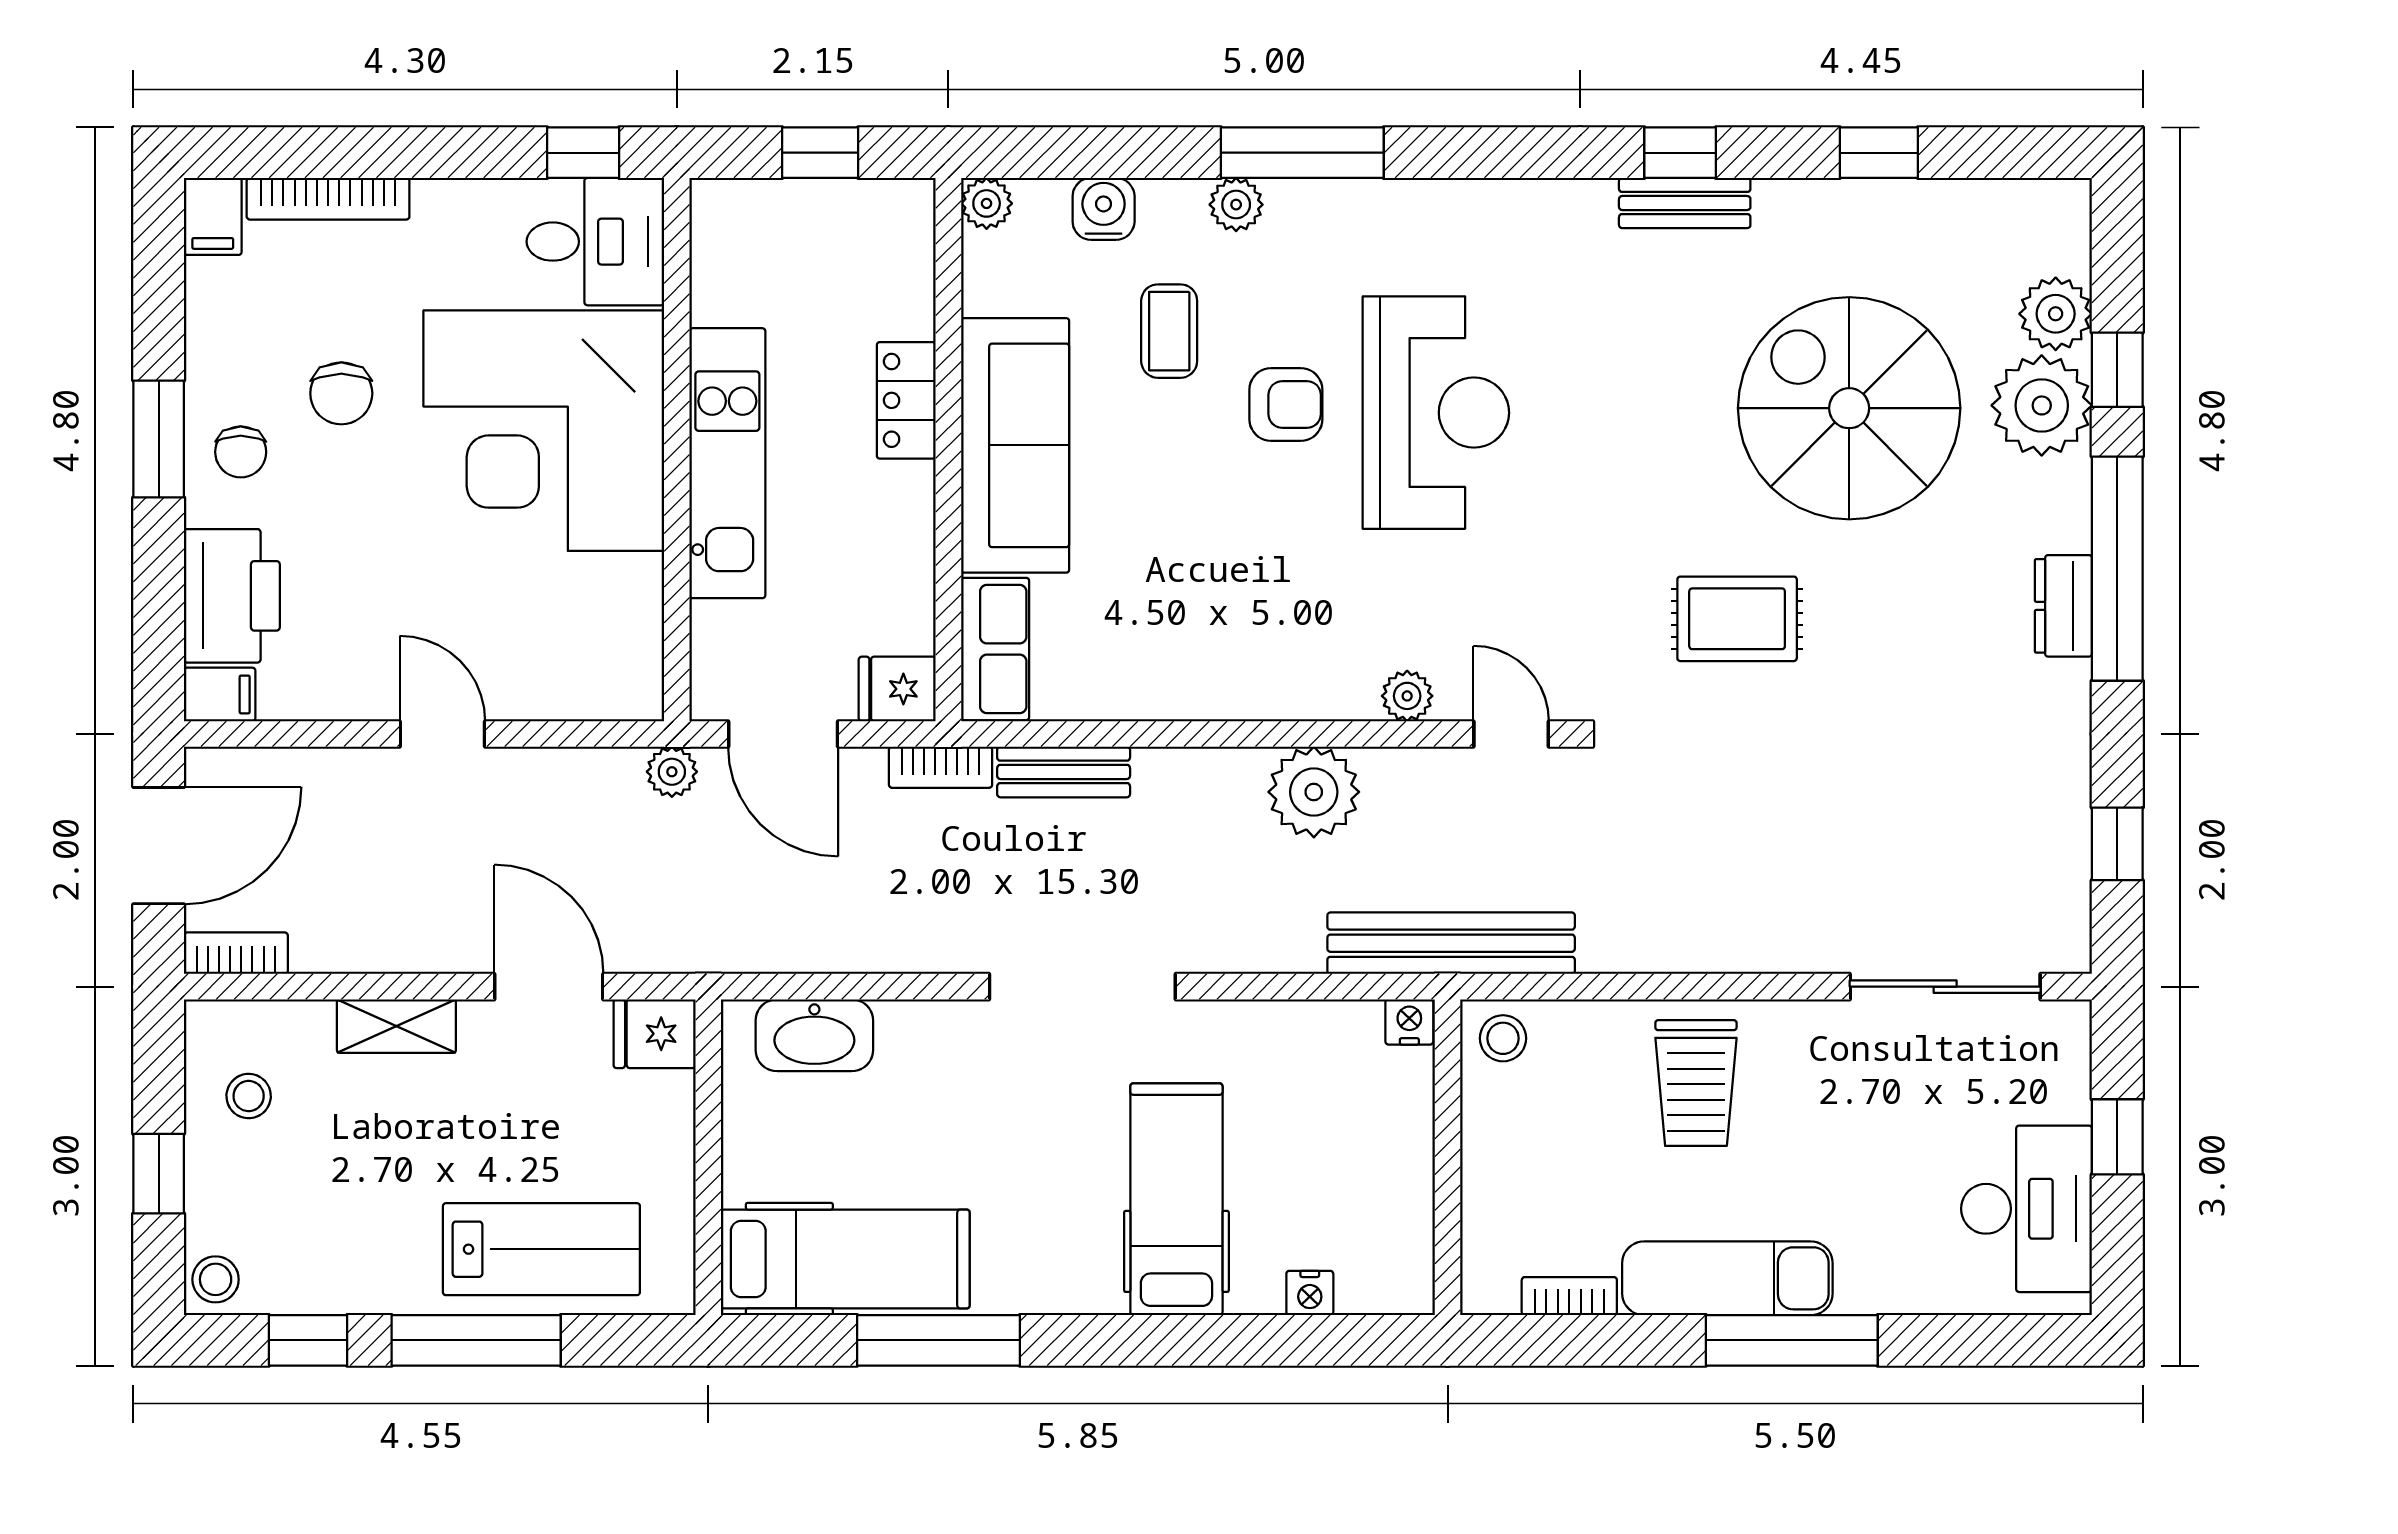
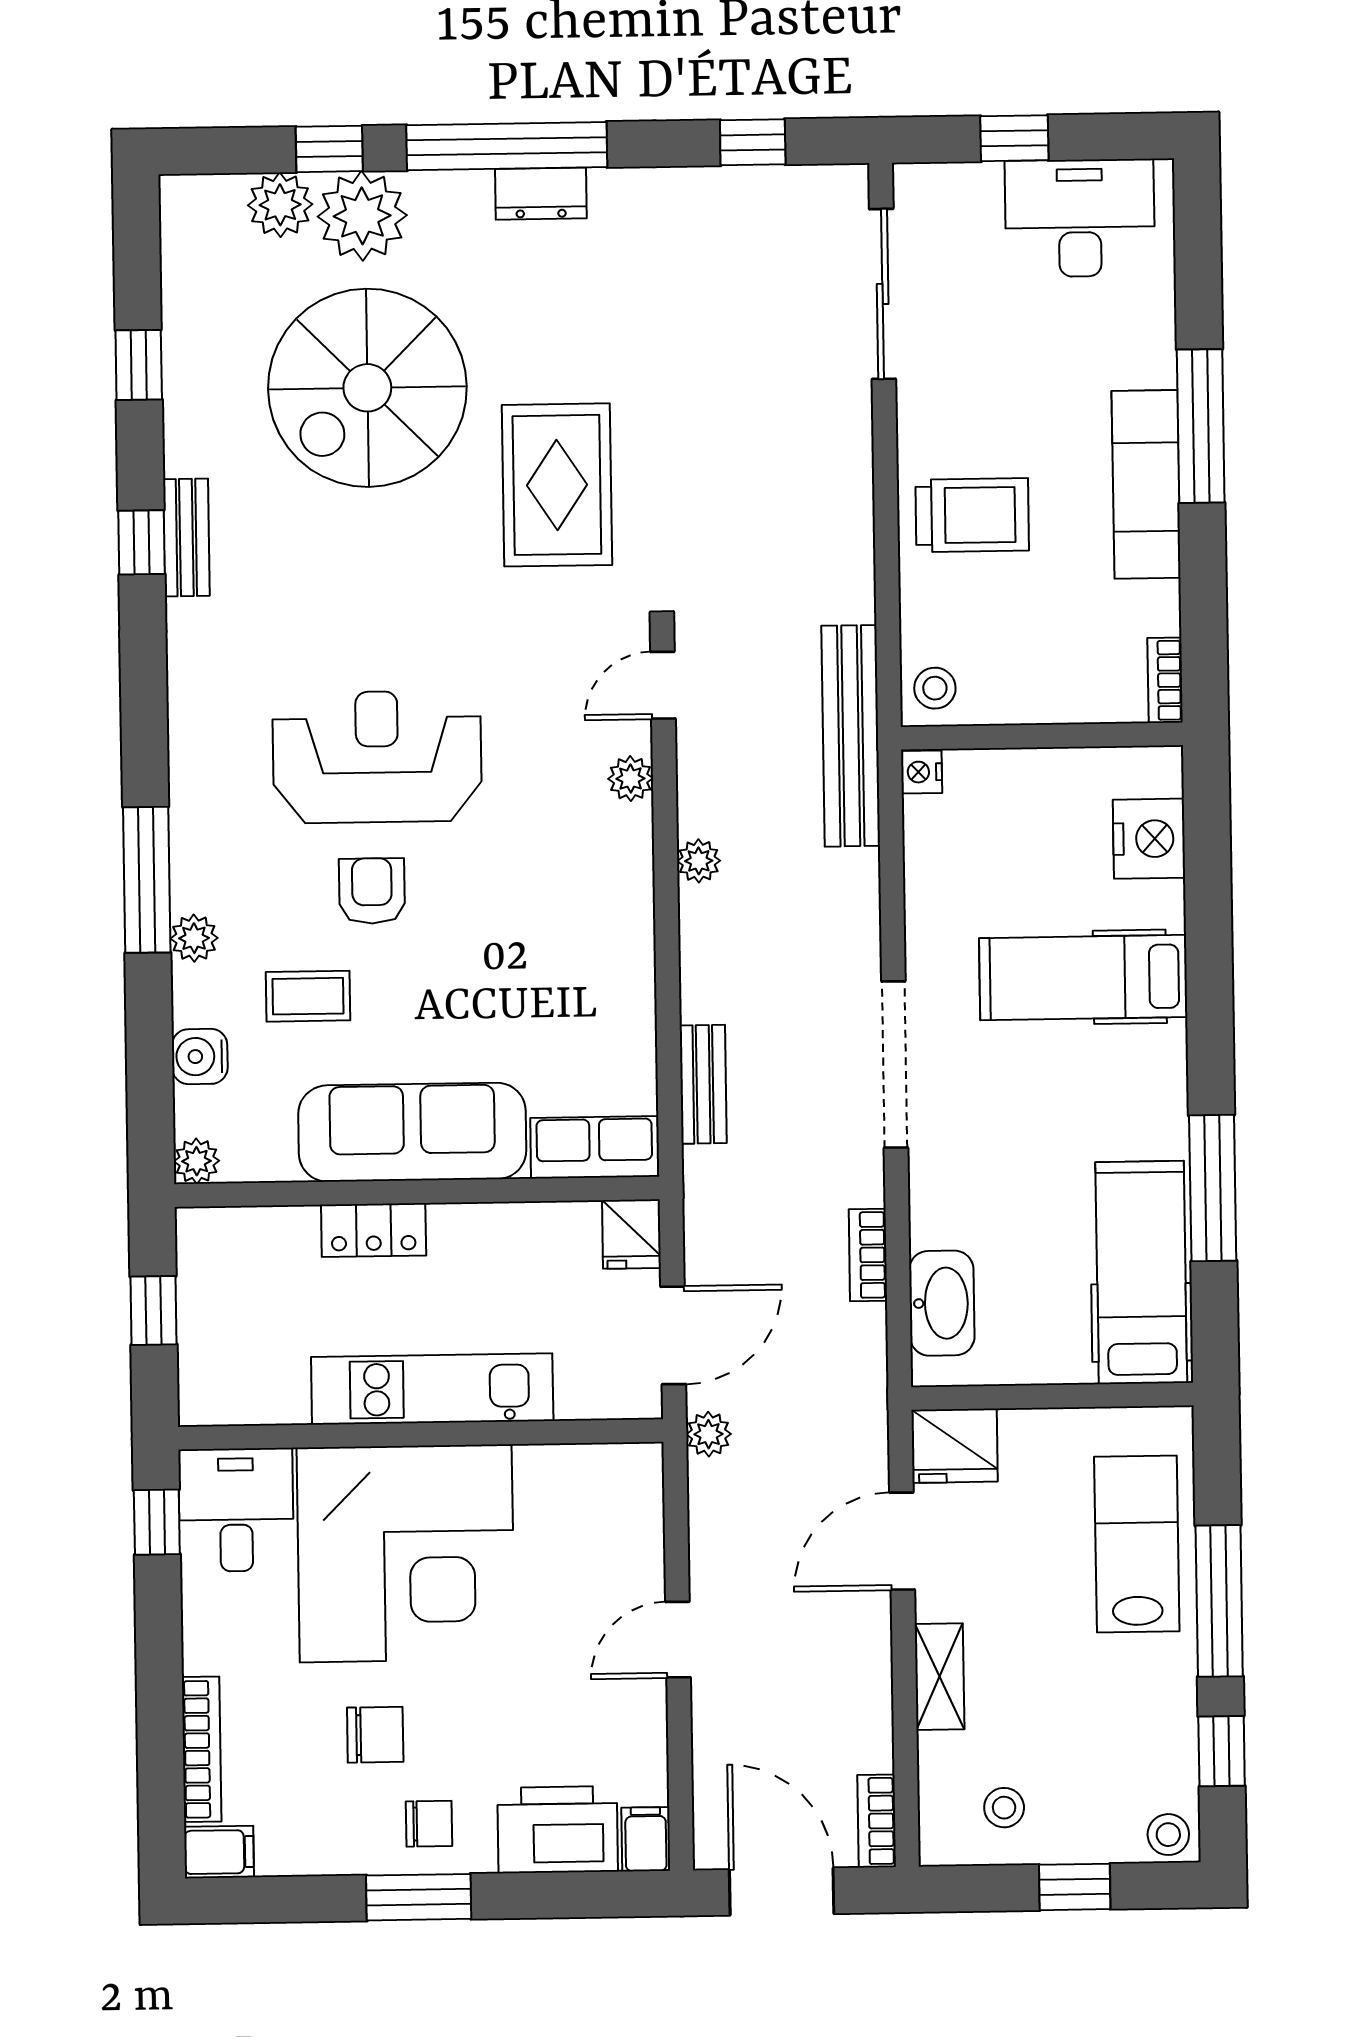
rug: (1737, 619) -> (557, 485), width x1.36, depth x1.43
bookcase: (941, 767) -> (868, 1255), moved, turned 180
plant: (1314, 792) -> (699, 861), width x0.53, depth x0.53
fridge: (655, 1034) -> (955, 1446), width x1.38
nightstand: (1310, 1293) -> (1149, 839), width x1.89, depth x1.79
bookcase: (1569, 1296) -> (1165, 680), moved

